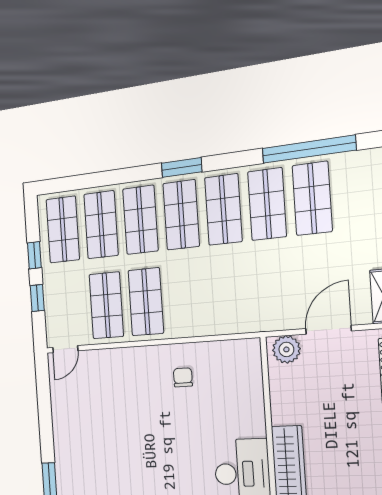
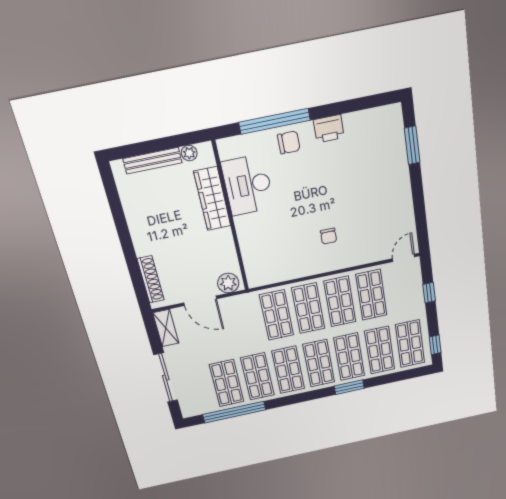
window: (182, 167) -> (349, 387), moved
window: (34, 255) -> (435, 345), moved
shop shelf: (229, 294) -> (277, 315), added
shop shelf: (187, 298) -> (308, 308), added
door: (328, 330) -> (200, 301), hinge flipped
chair: (183, 377) -> (329, 236), moved

